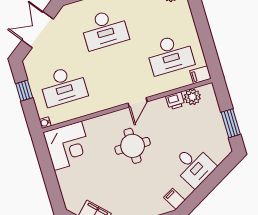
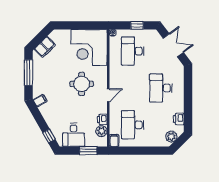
door: (138, 102) -> (108, 95), swing flipped
window: (231, 123) -> (88, 151), moved
corner desk: (68, 146) -> (89, 48), width x1.36, depth x1.36
desk: (194, 166) -> (74, 135), moved, turned -60
window: (222, 171) -> (49, 136), added

